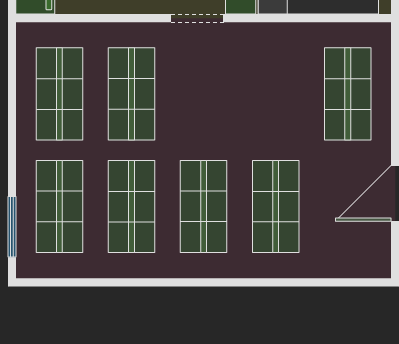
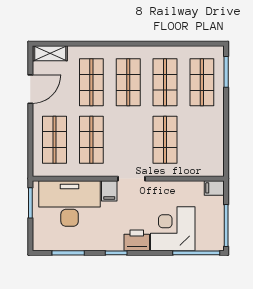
shop shelf: (59, 94) -> (91, 140), moved
shelving: (356, 263) -> (50, 53), added

